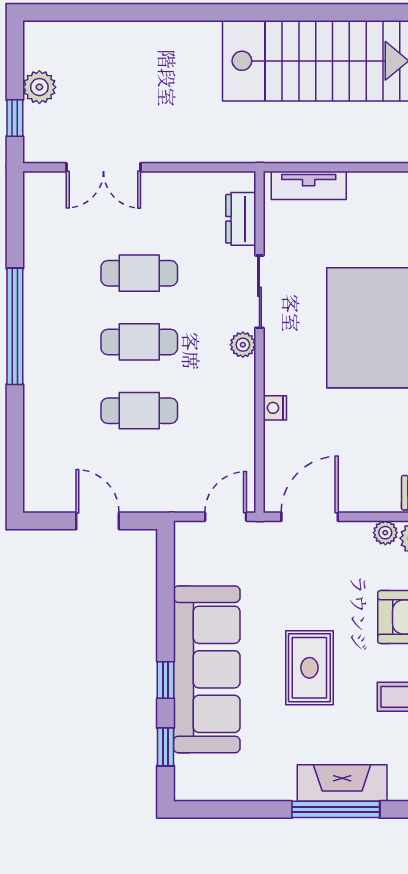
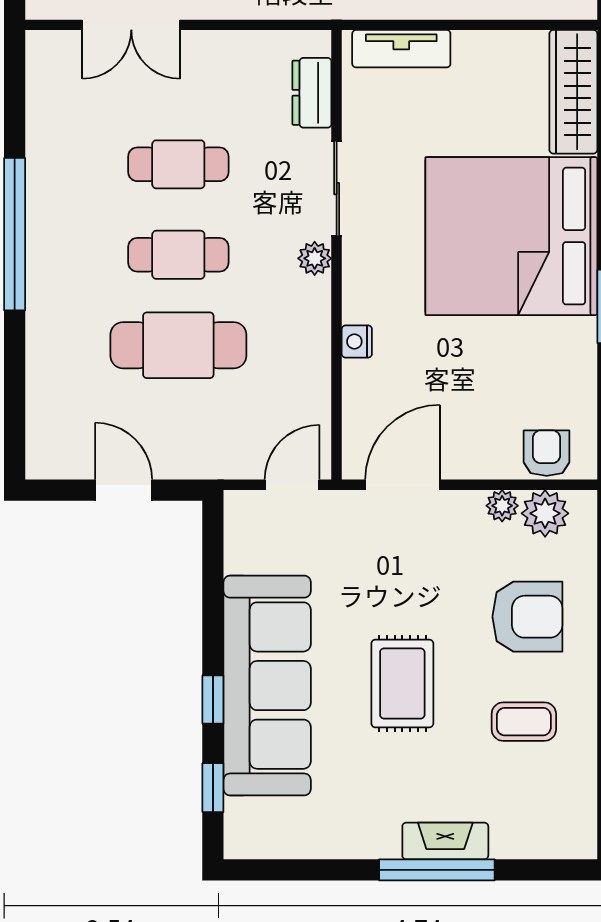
cafe table: (139, 411) -> (178, 345), width x1.37, depth x1.35
fireplace: (342, 783) -> (445, 841), width x0.73, depth x0.76

